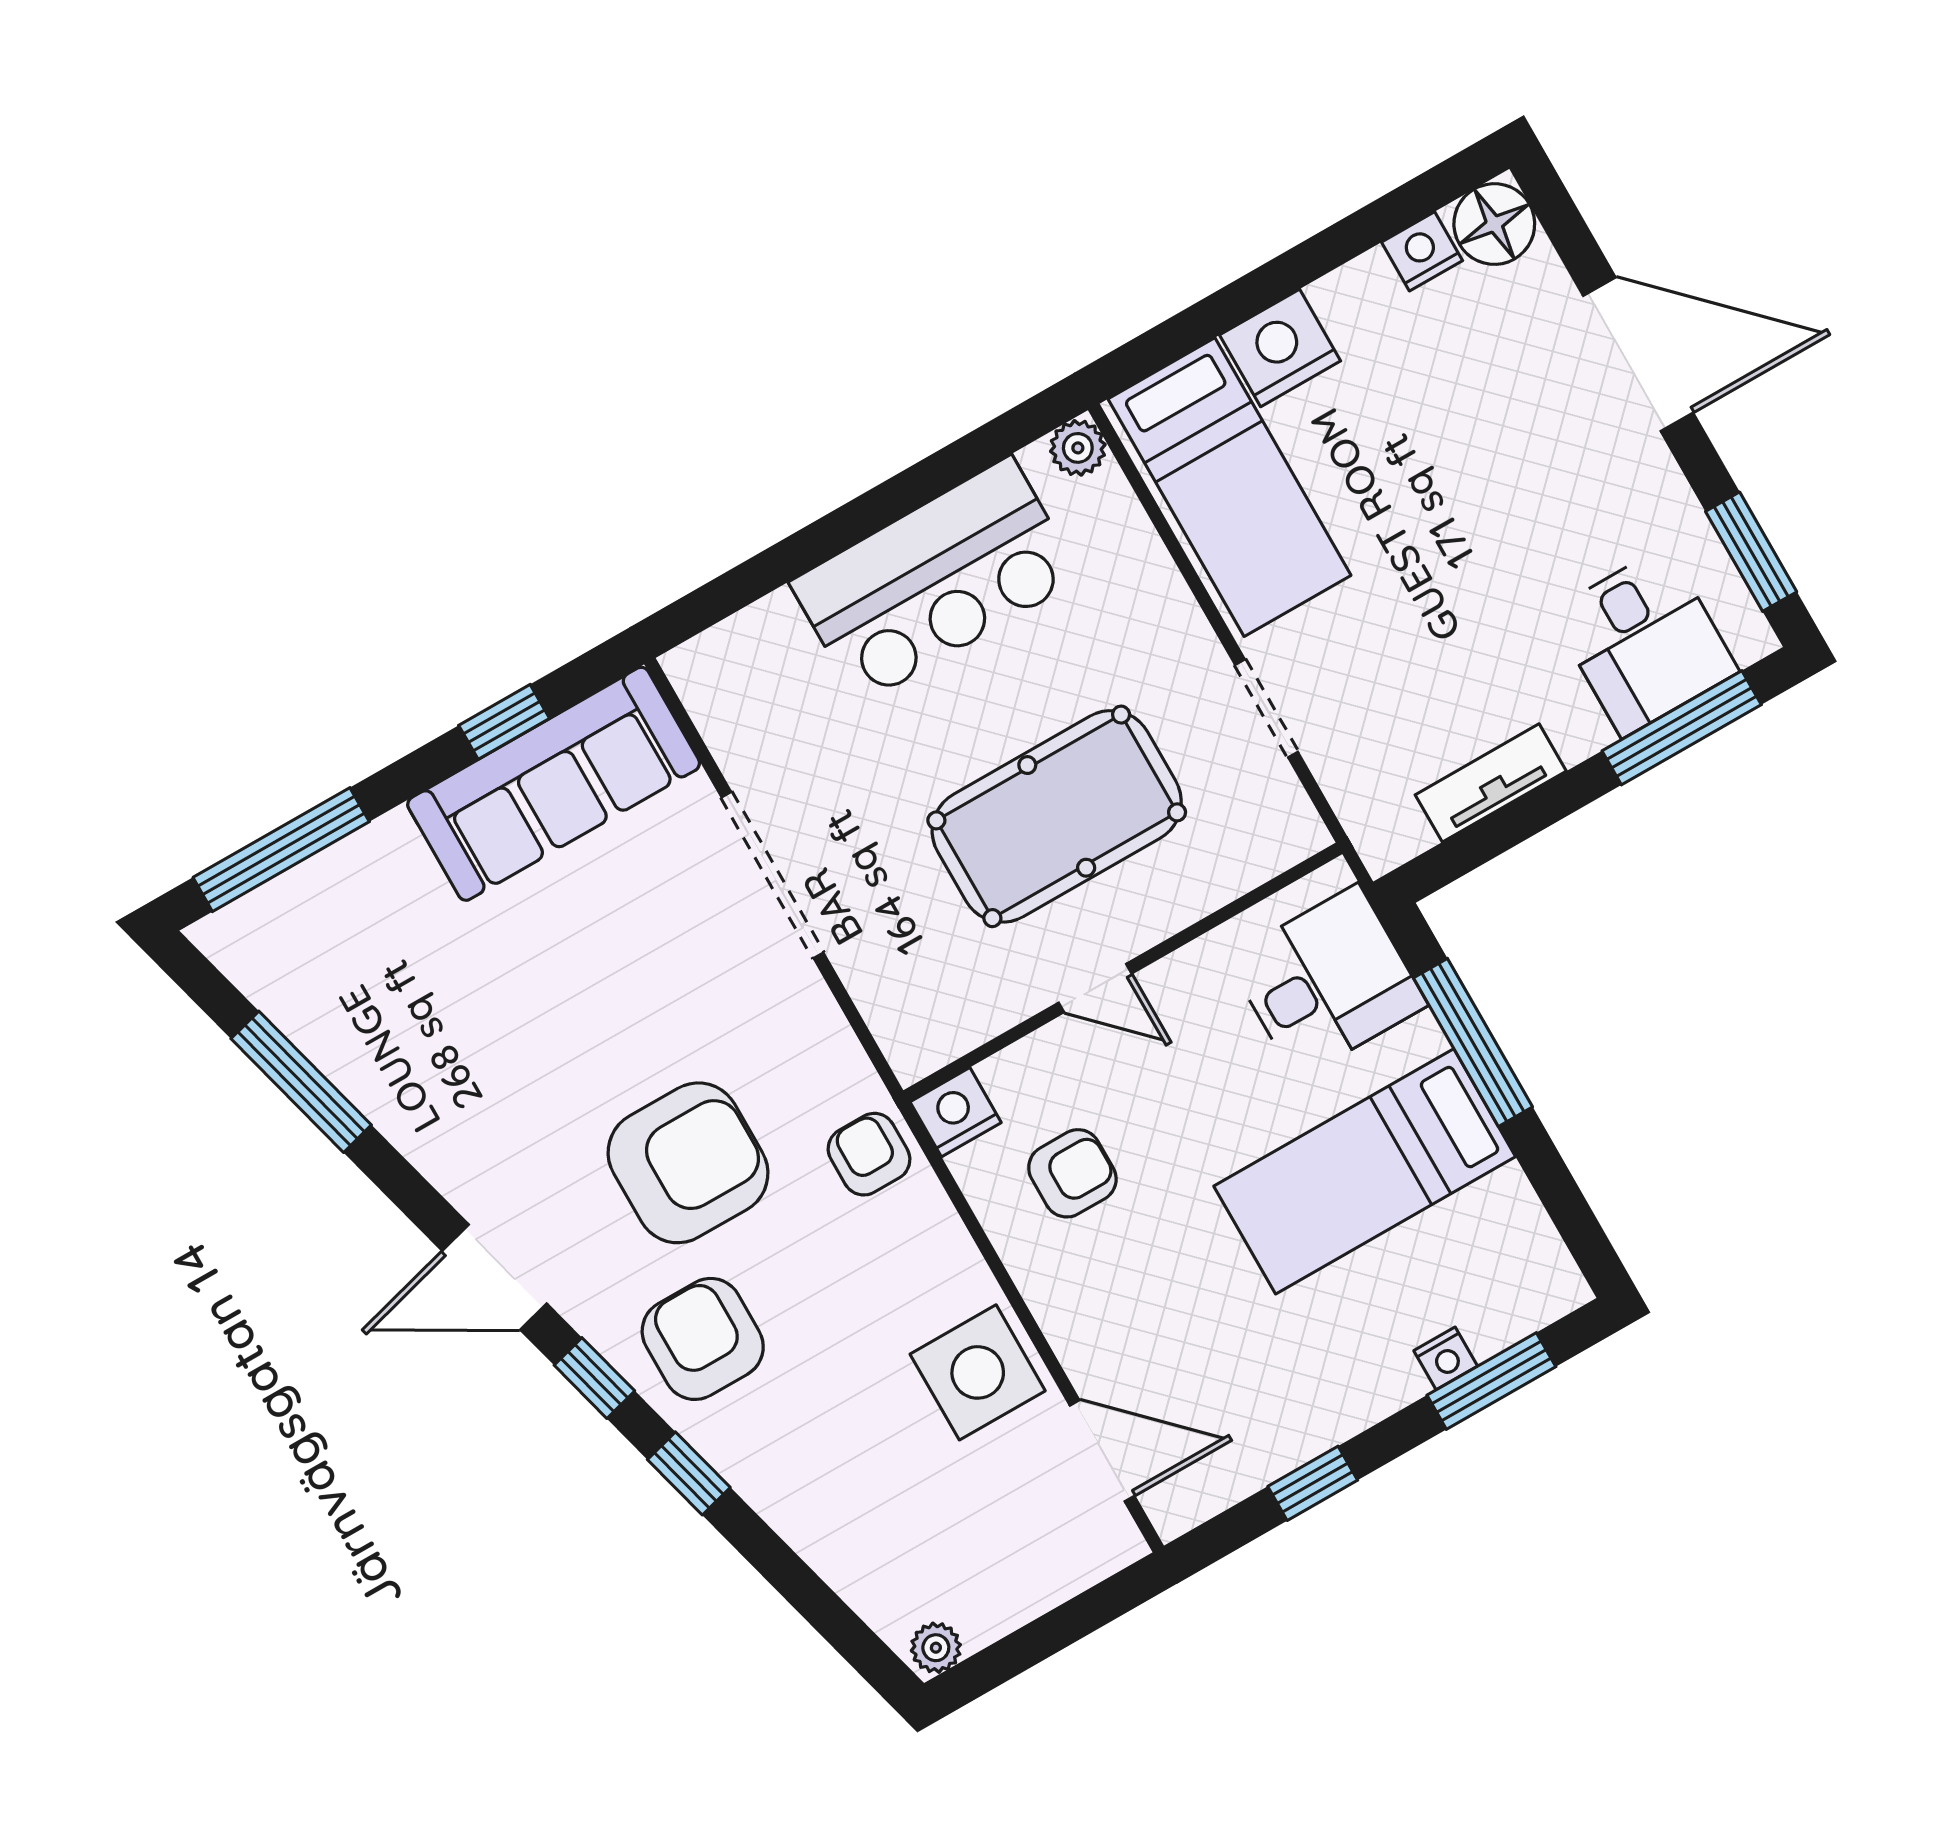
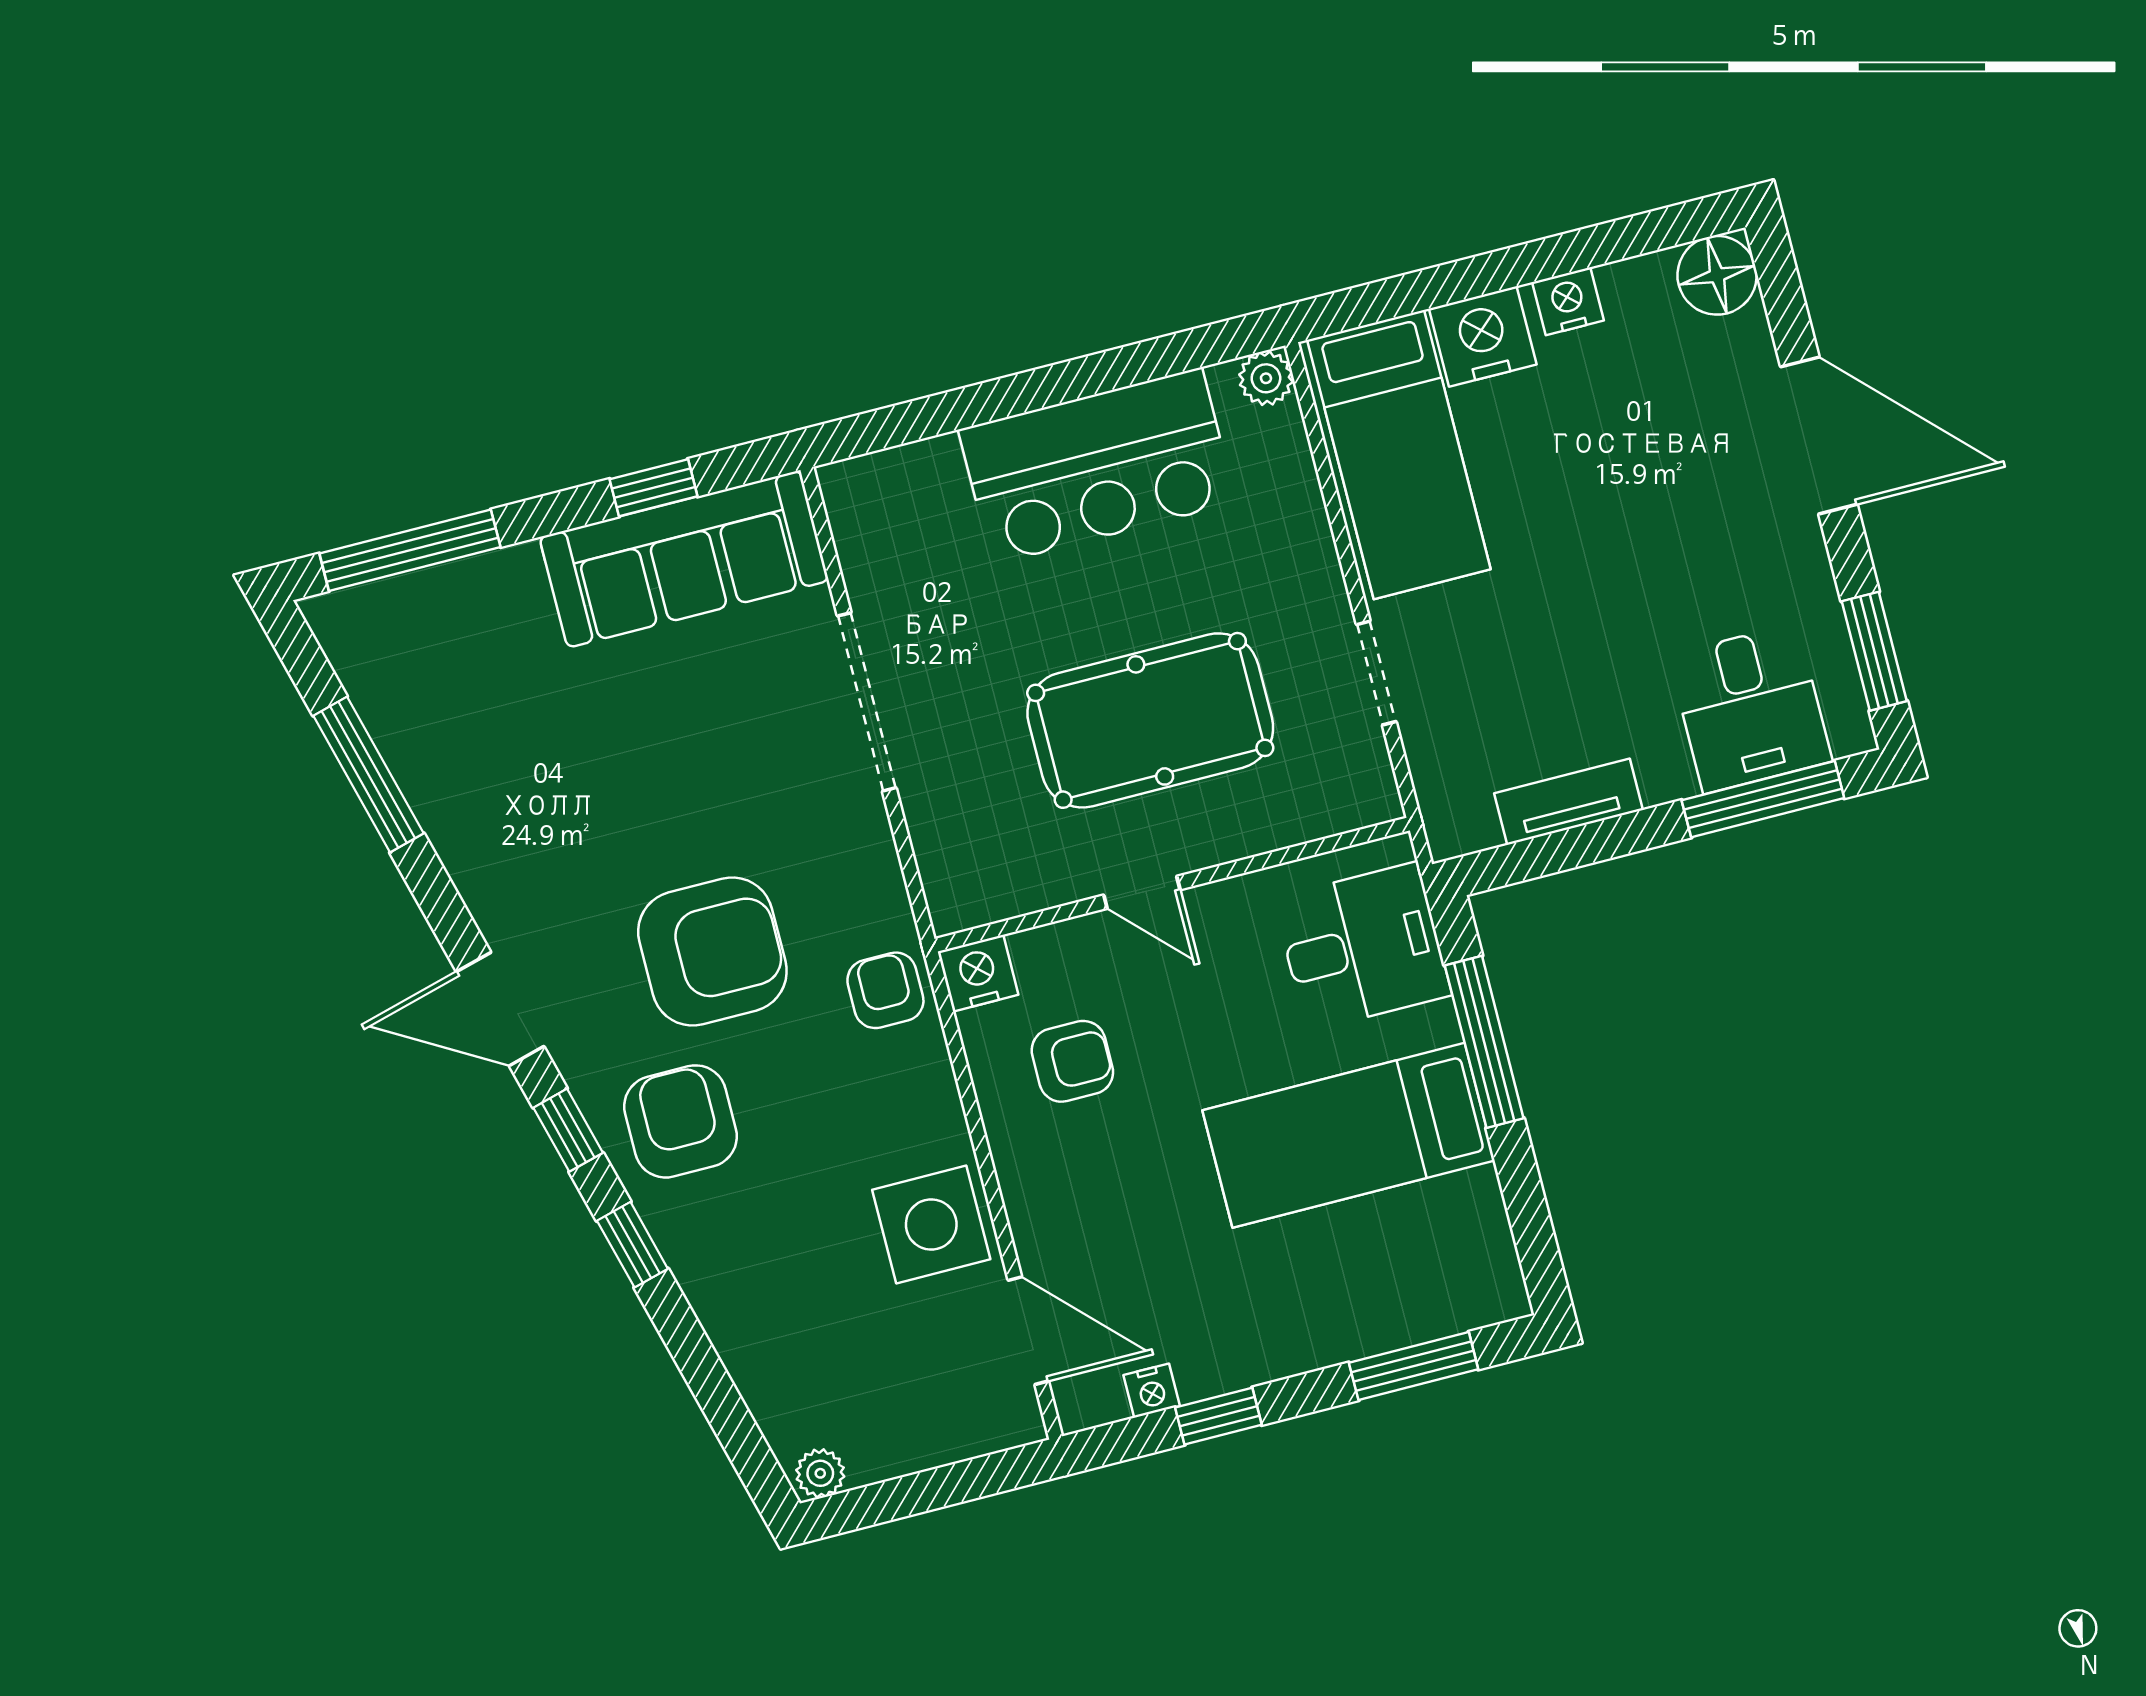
nightstand: (1422, 251) -> (1568, 301), moved
nightstand: (1446, 1358) -> (1152, 1391), moved

